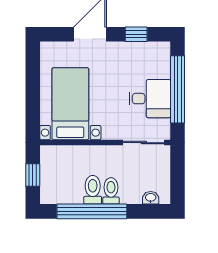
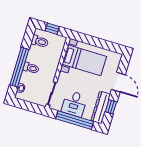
dresser: (142, 51) -> (101, 107), added
toilet: (93, 190) -> (40, 41), moved
window: (92, 211) -> (19, 67), moved

